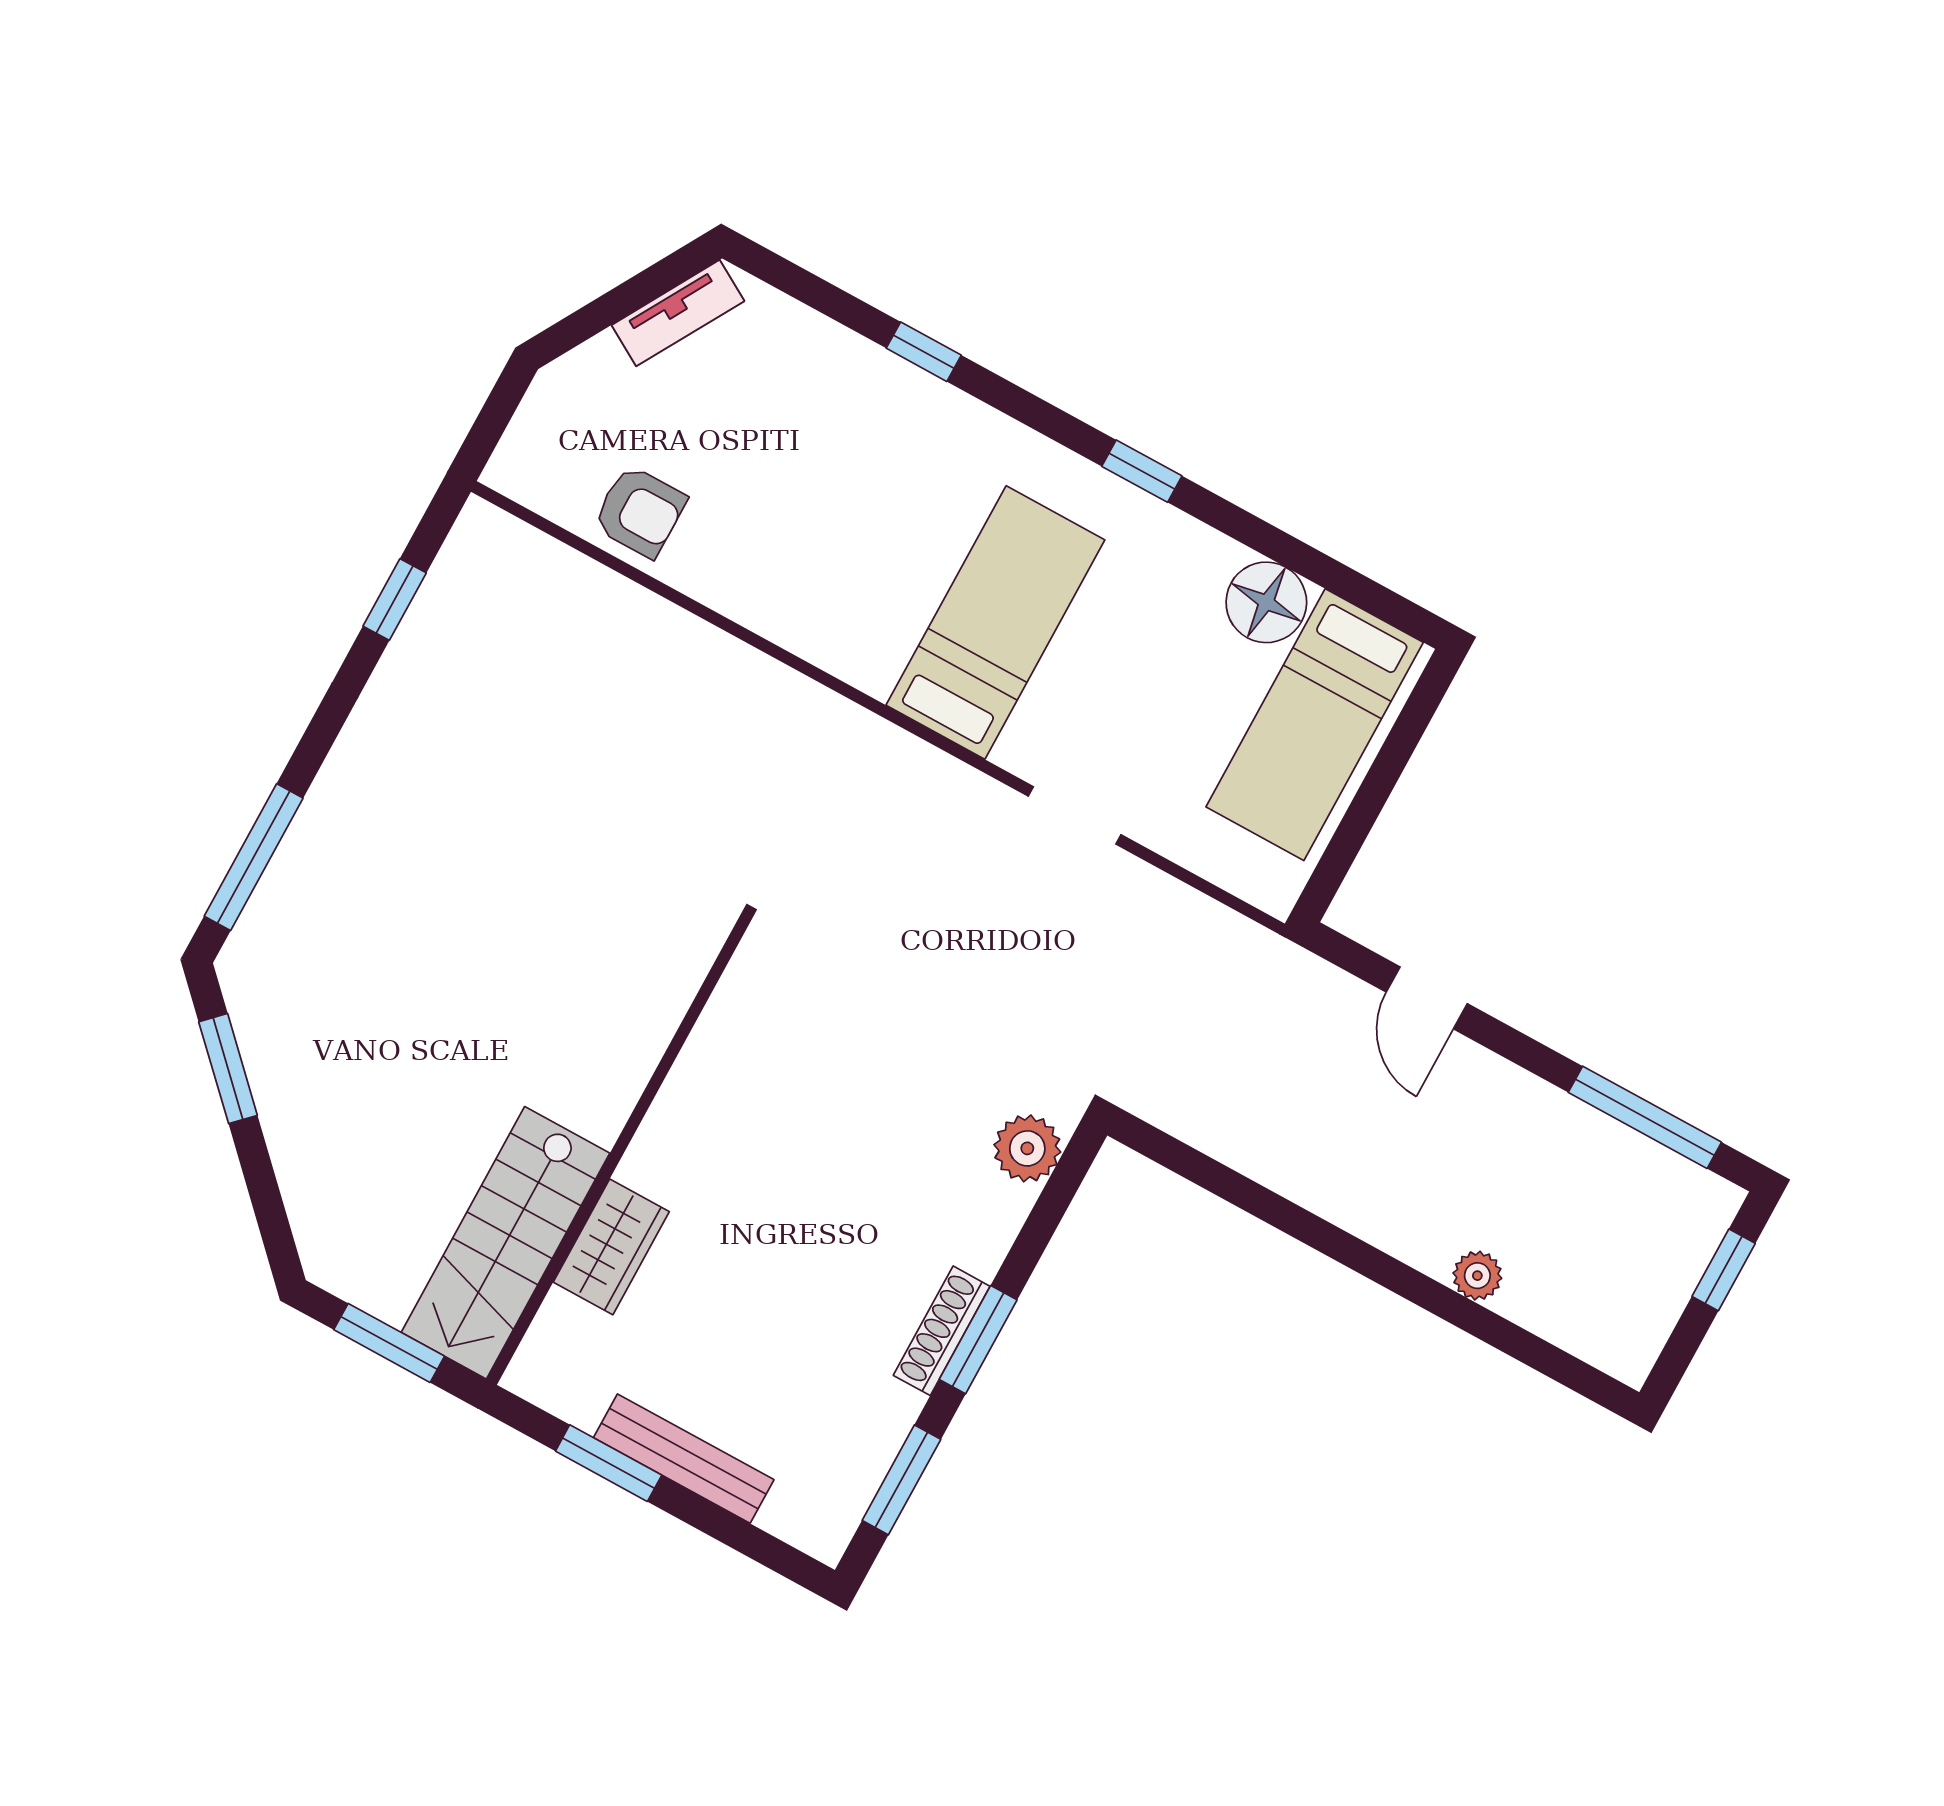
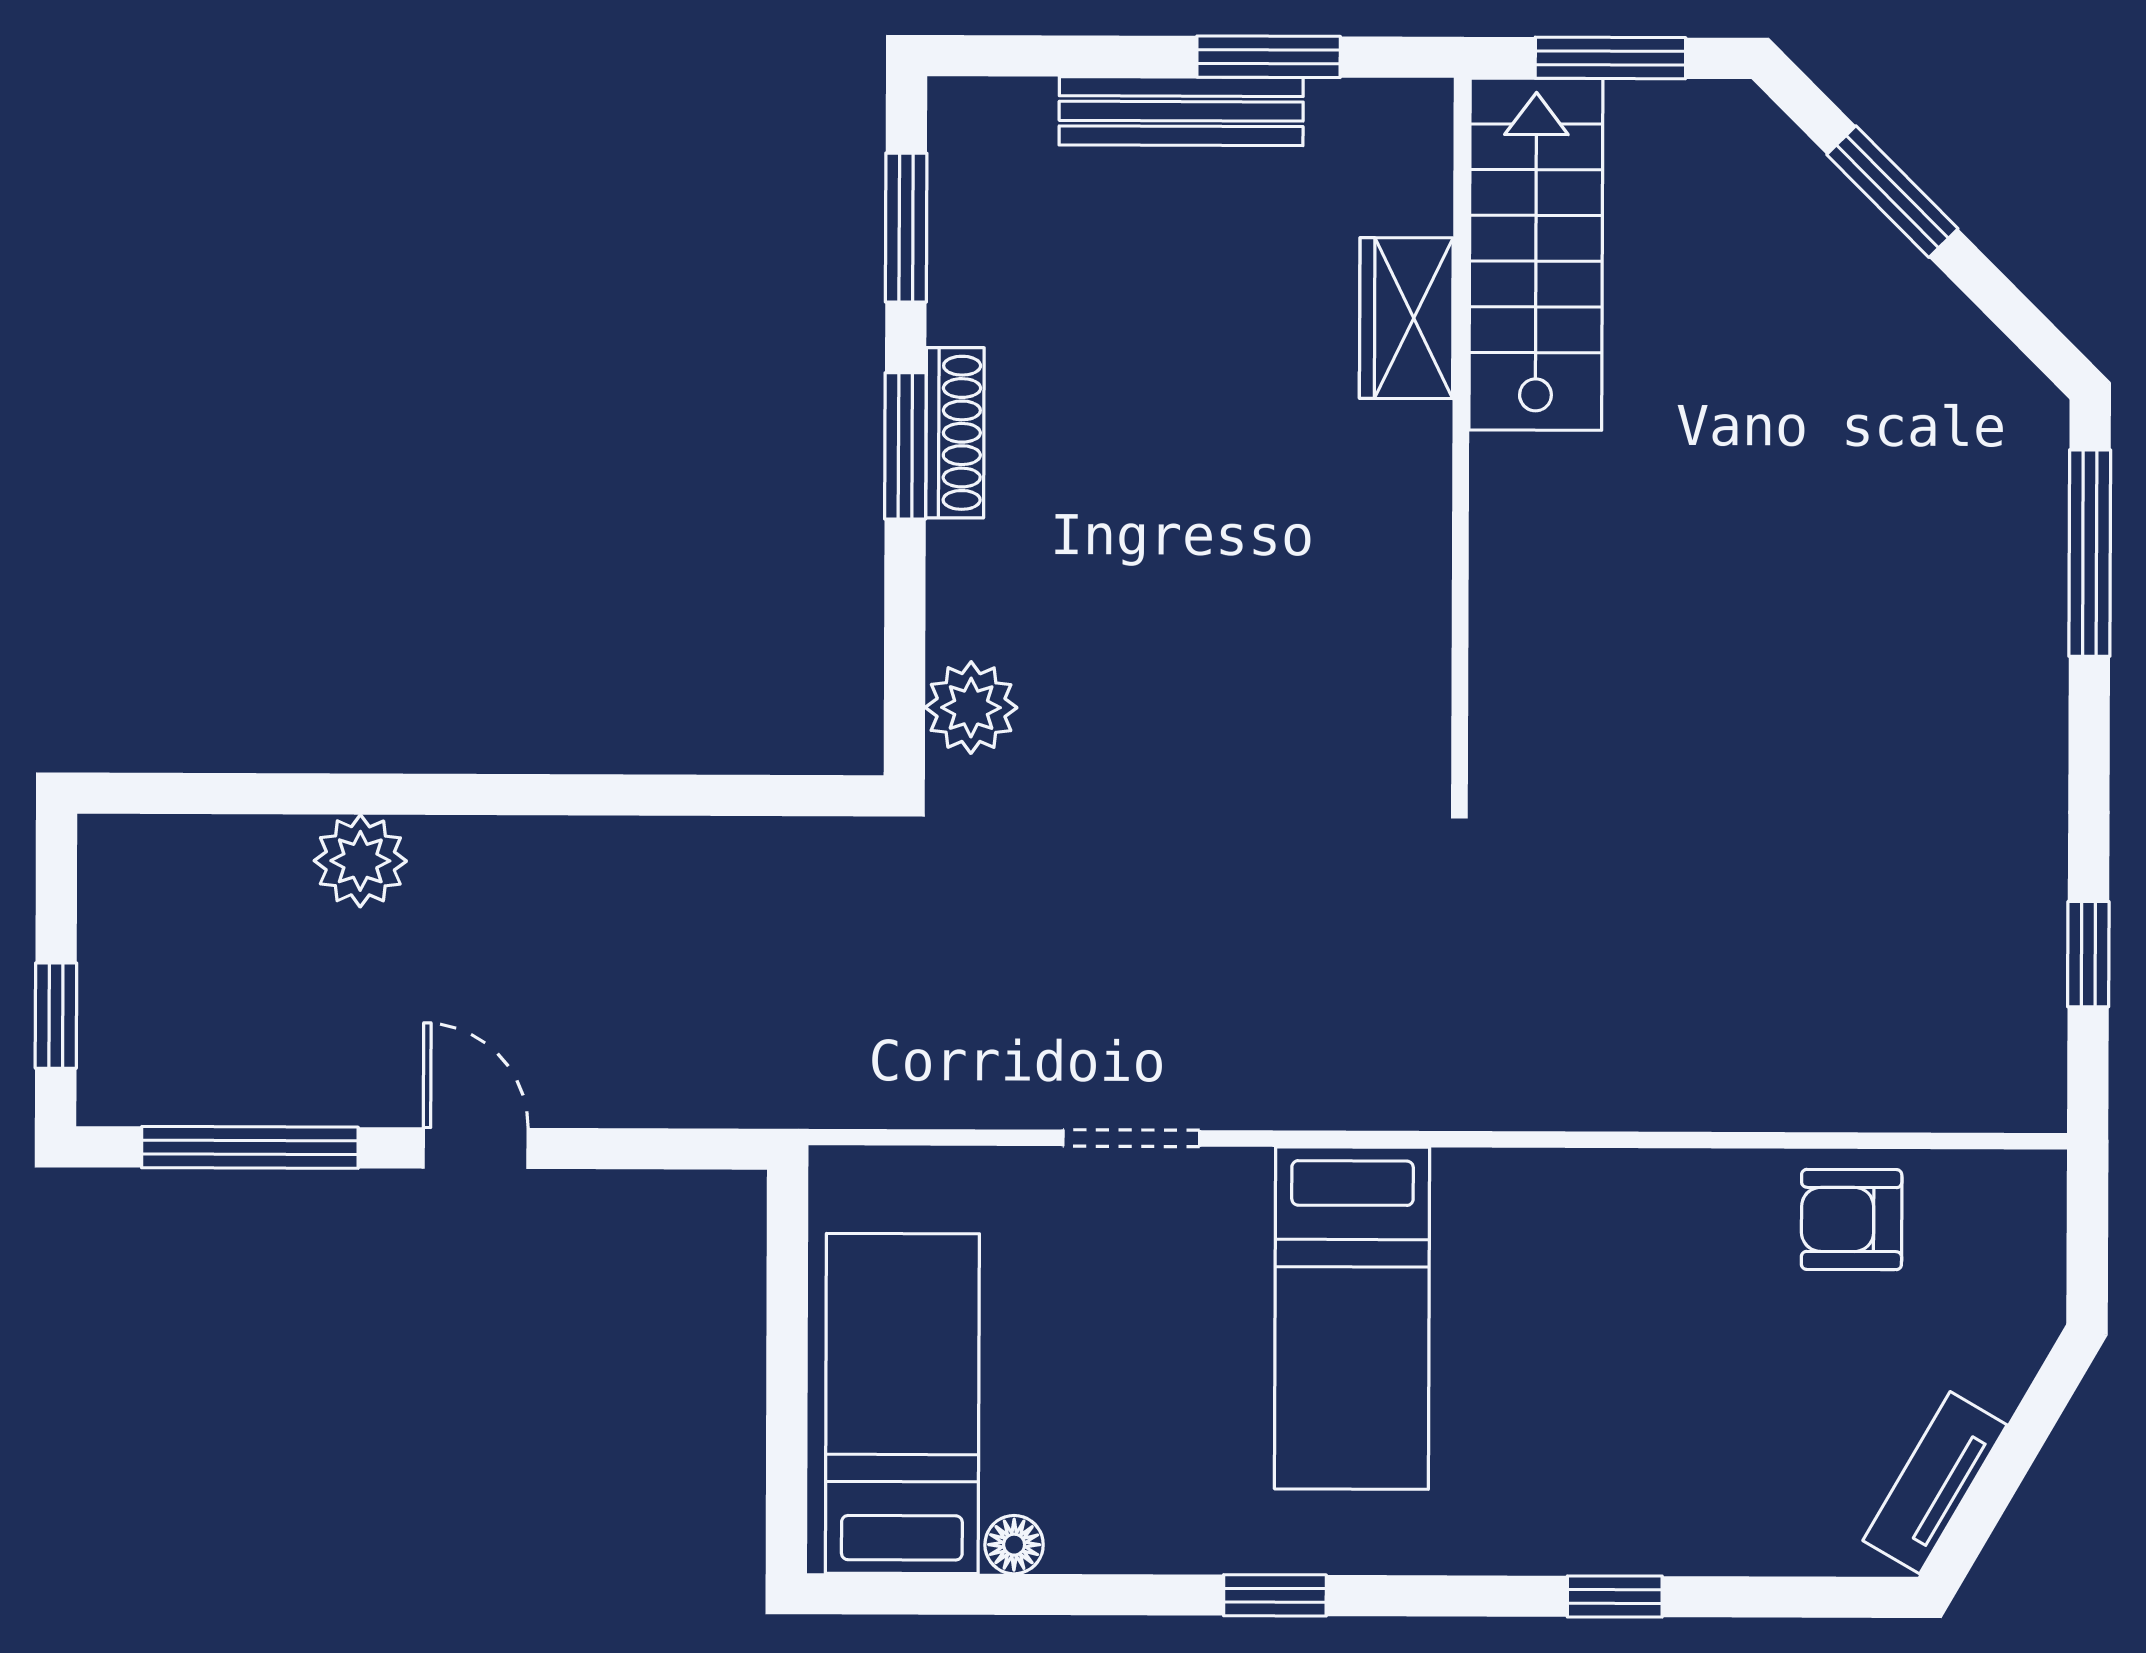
floor lamp: (1266, 602) -> (1014, 1545), width x0.53, depth x0.53
door: (1427, 998) -> (476, 1148), moved
window: (228, 1069) -> (1892, 192), moved
plant: (1477, 1276) -> (360, 861), width x1.38, depth x1.38

